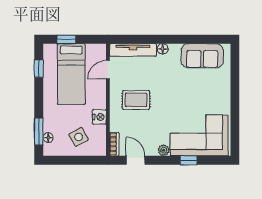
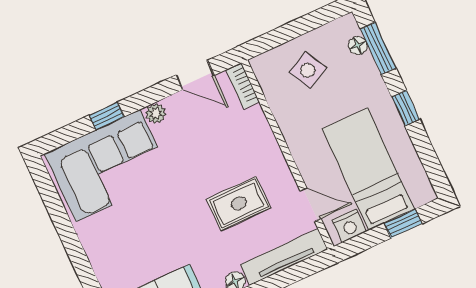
window: (39, 69) -> (406, 108), moved
door: (108, 70) -> (311, 205), hinge flipped
rug: (136, 100) -> (239, 203), moved
nightstand: (99, 117) -> (349, 226), moved, turned -90

